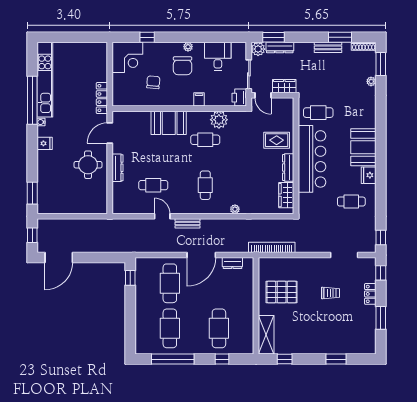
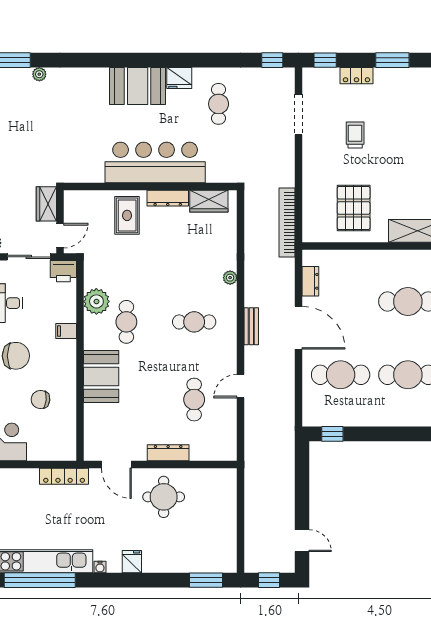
window: (32, 100) -> (40, 580), moved
cafe table: (318, 113) -> (86, 153), removed
bench: (188, 223) -> (251, 326), moved
door: (59, 257) -> (302, 541), width x0.53

